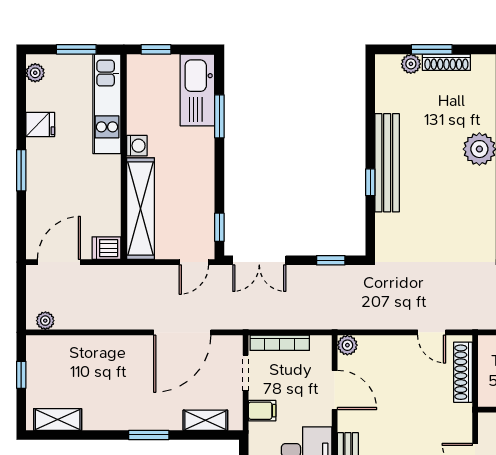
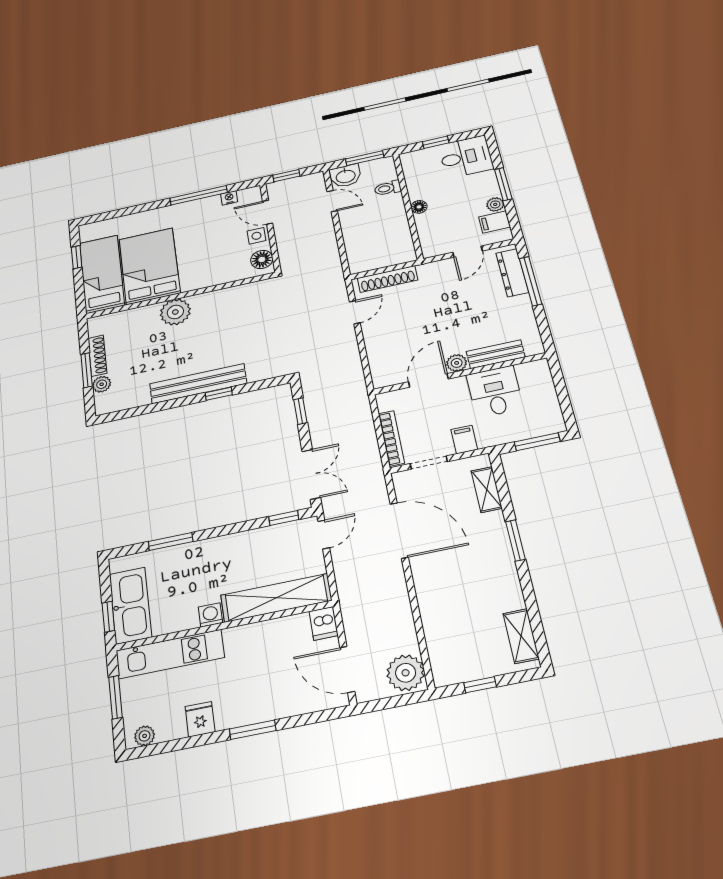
kitchen sink: (197, 90) -> (130, 605), moved, turned -90
door: (194, 262) -> (324, 535), hinge flipped
plant: (45, 321) -> (406, 673), width x1.87, depth x1.87
plant: (347, 345) -> (457, 363), moved

